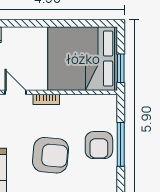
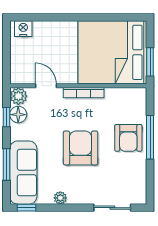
bookcase: (46, 99) -> (84, 93), width x1.56
armchair: (50, 155) -> (81, 148), turned -95

